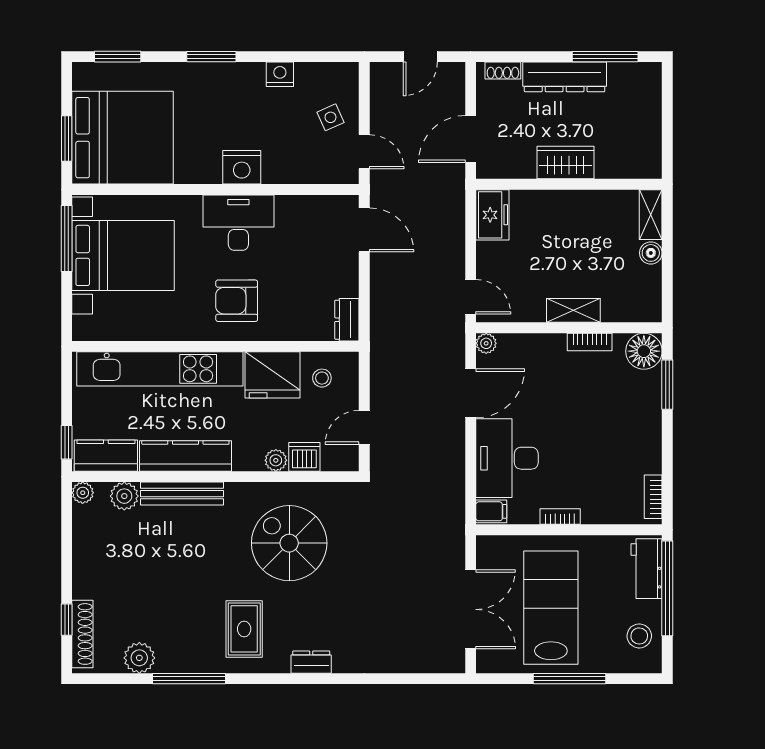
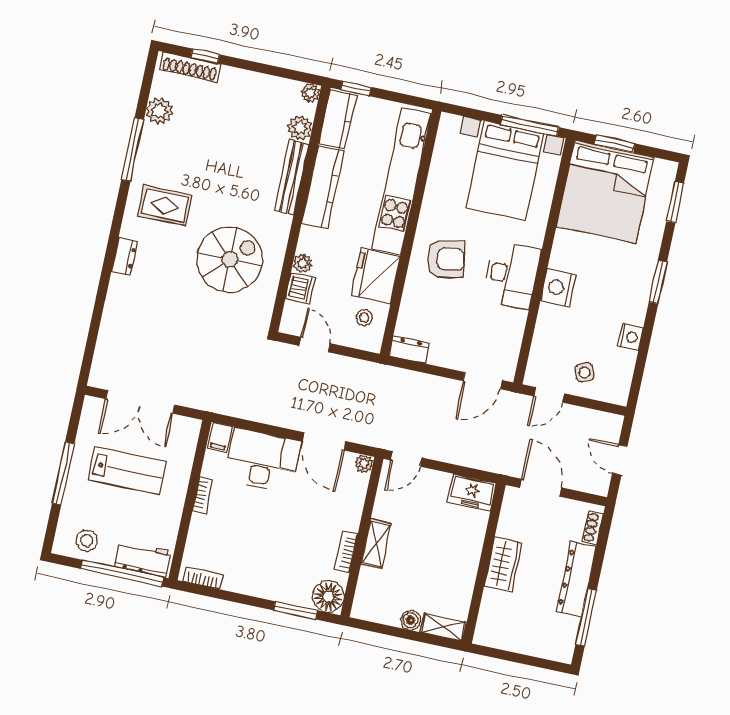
armchair: (237, 301) -> (446, 259), turned 80
lab bench: (551, 608) -> (127, 471), width x0.73, depth x0.72

